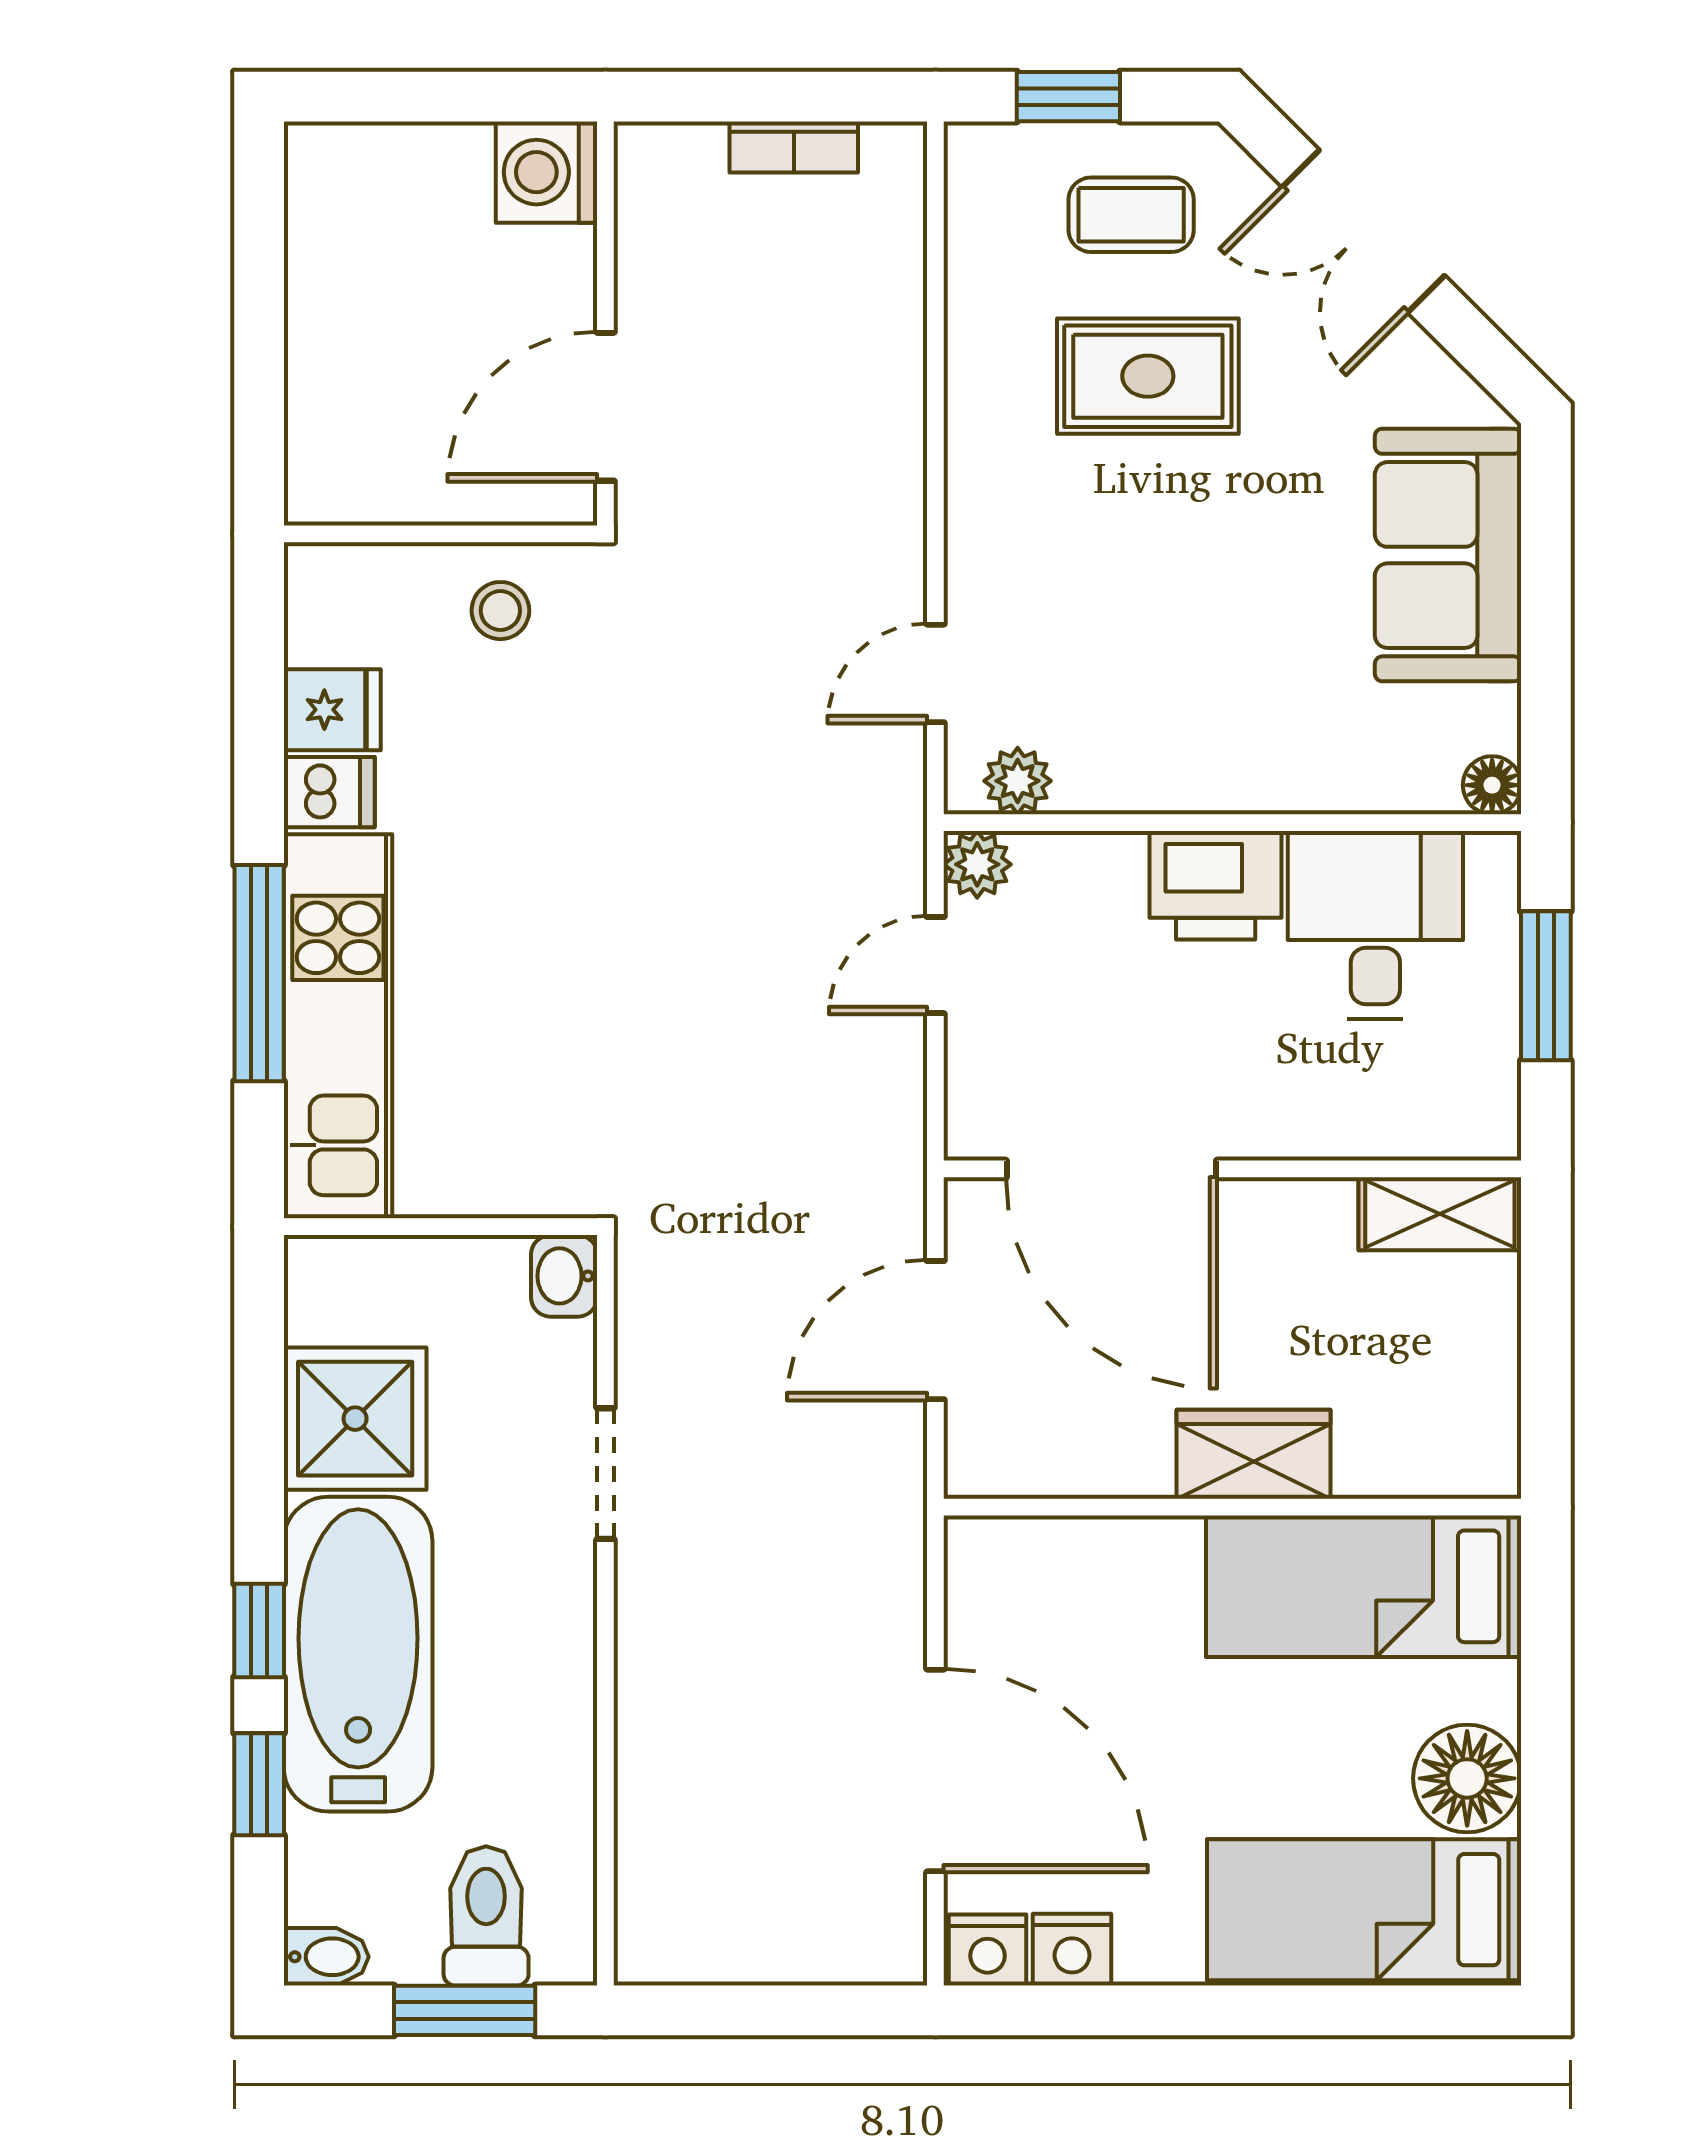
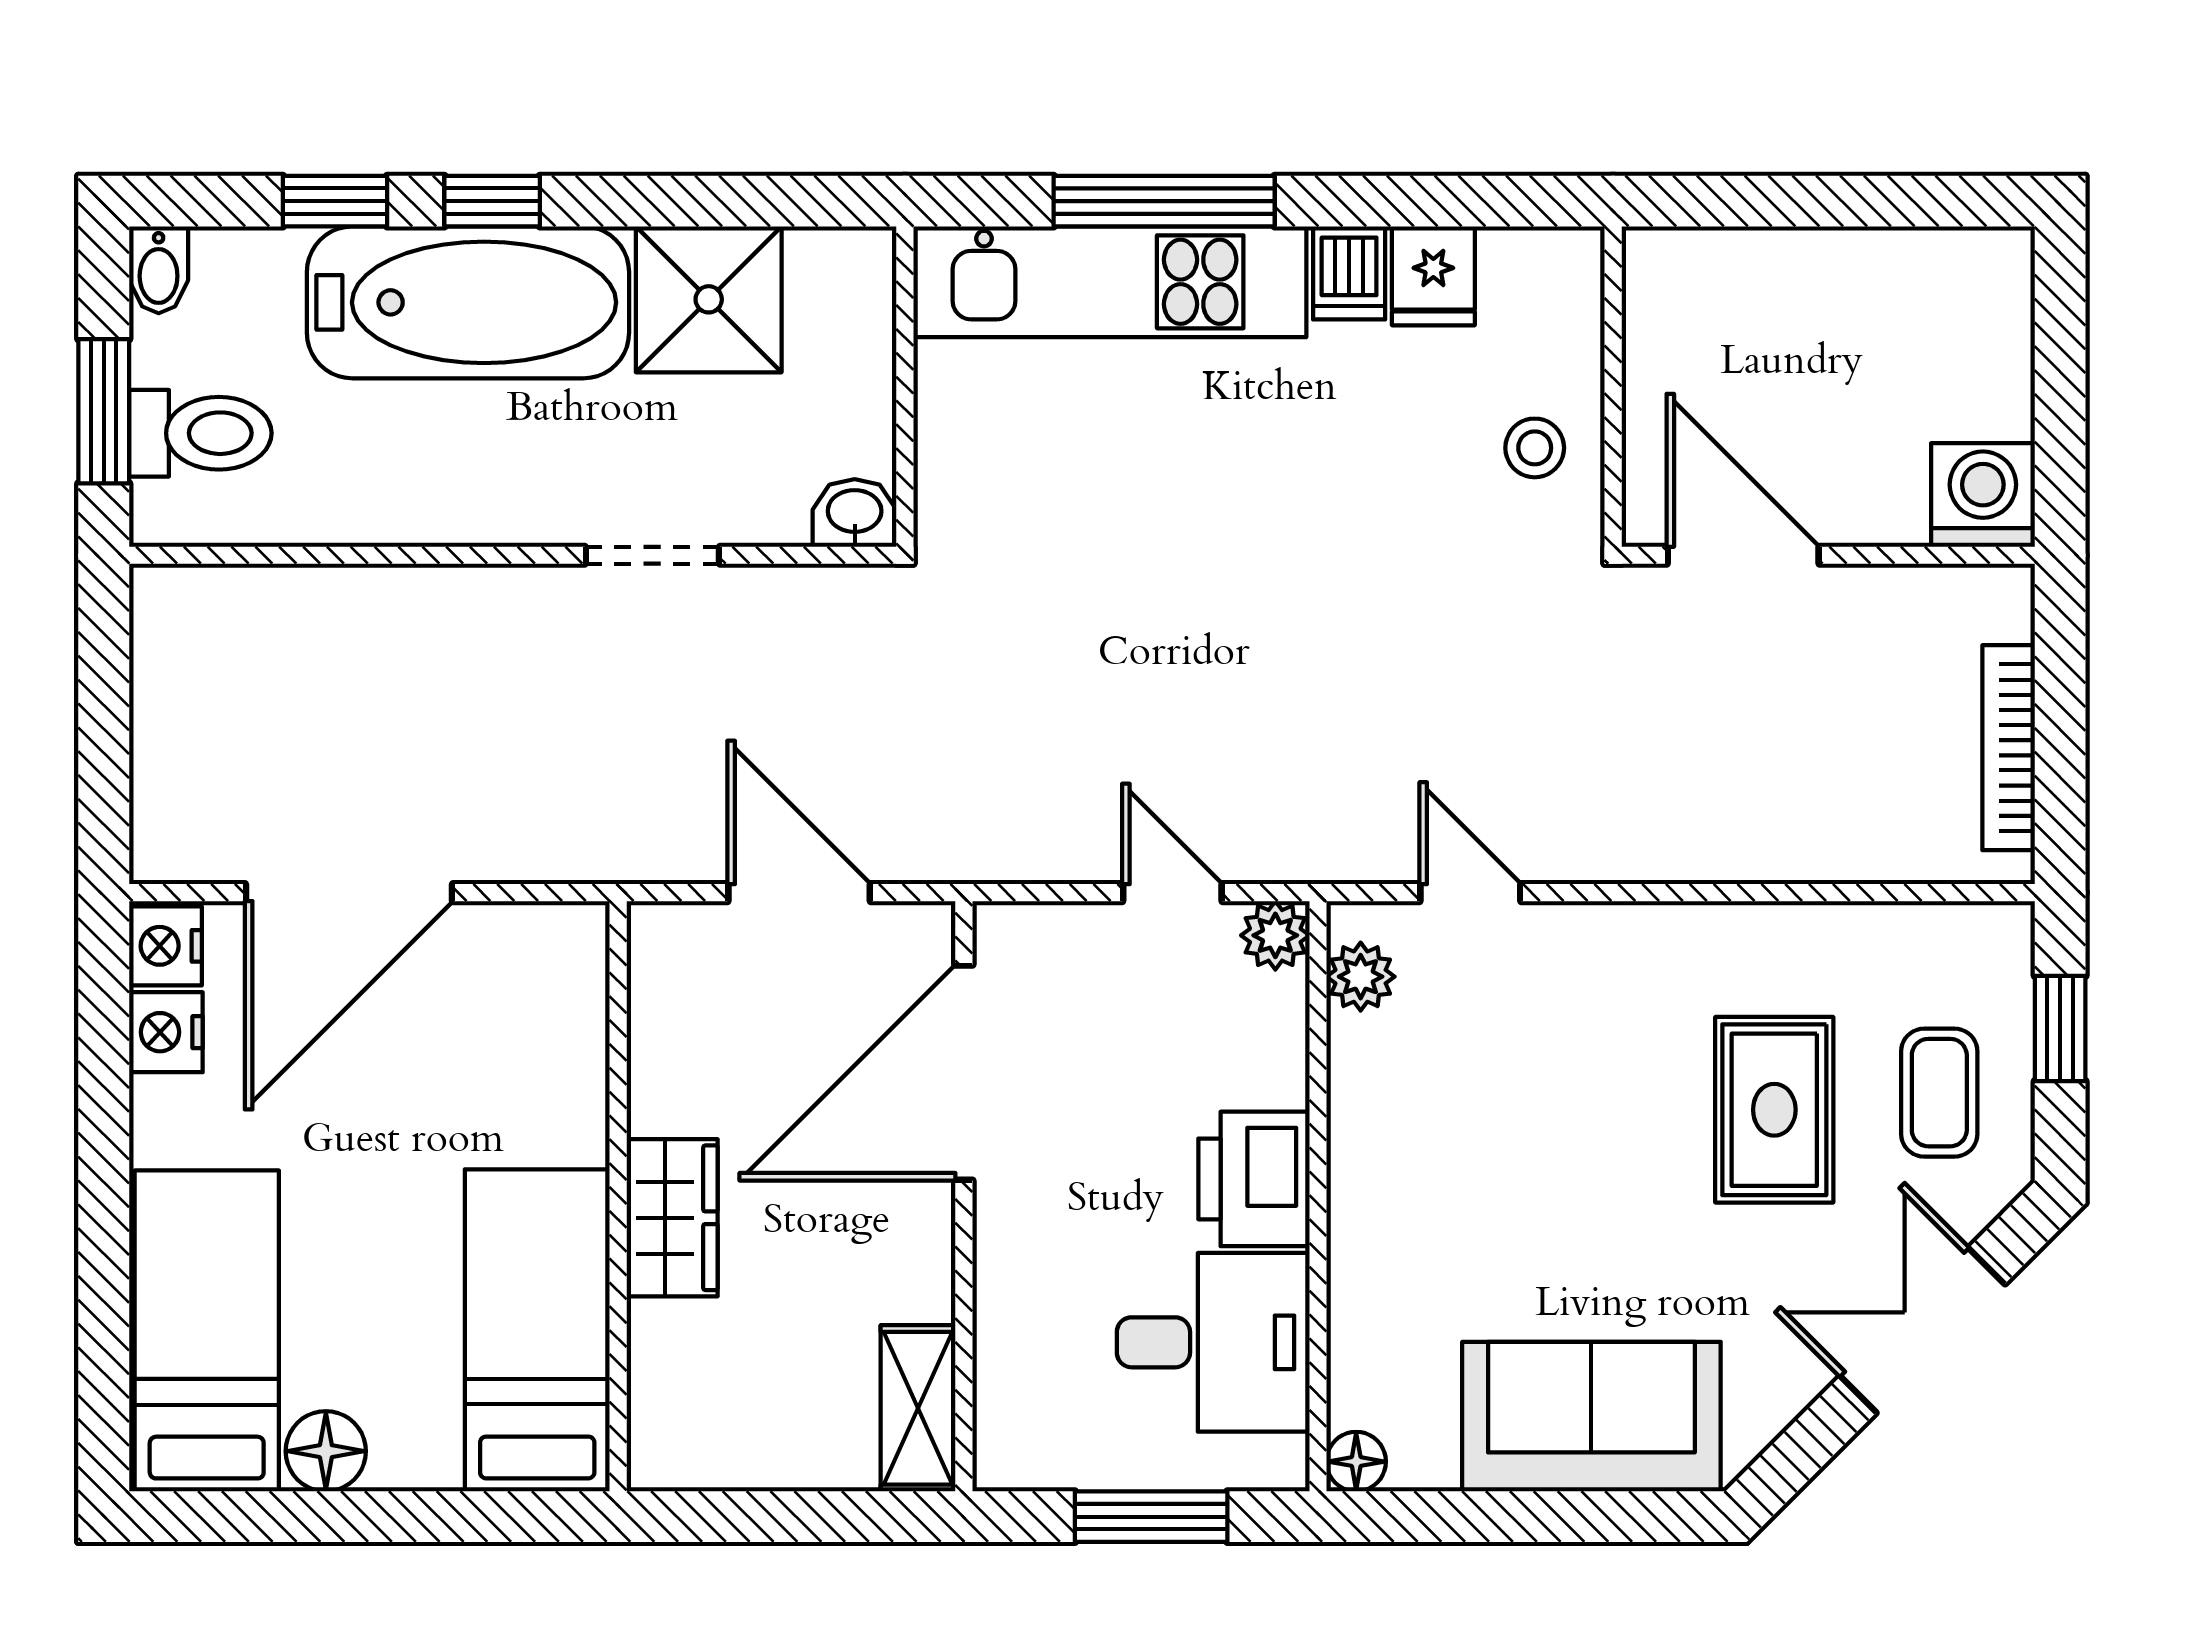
bookcase: (794, 147) -> (2009, 748), width x1.56
floor lamp: (1467, 1778) -> (326, 1451), width x0.73, depth x0.73

